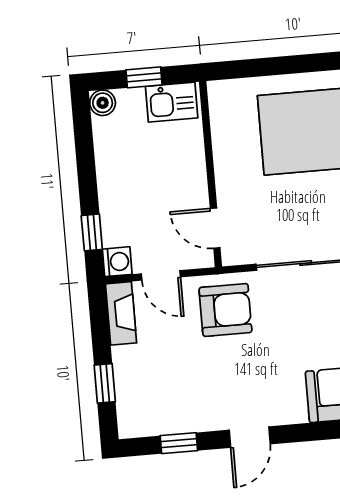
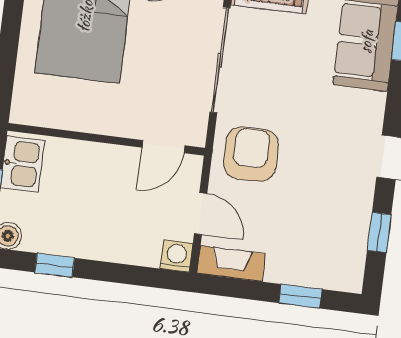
window: (92, 232) -> (55, 265), moved
door: (161, 275) -> (201, 214), hinge flipped

